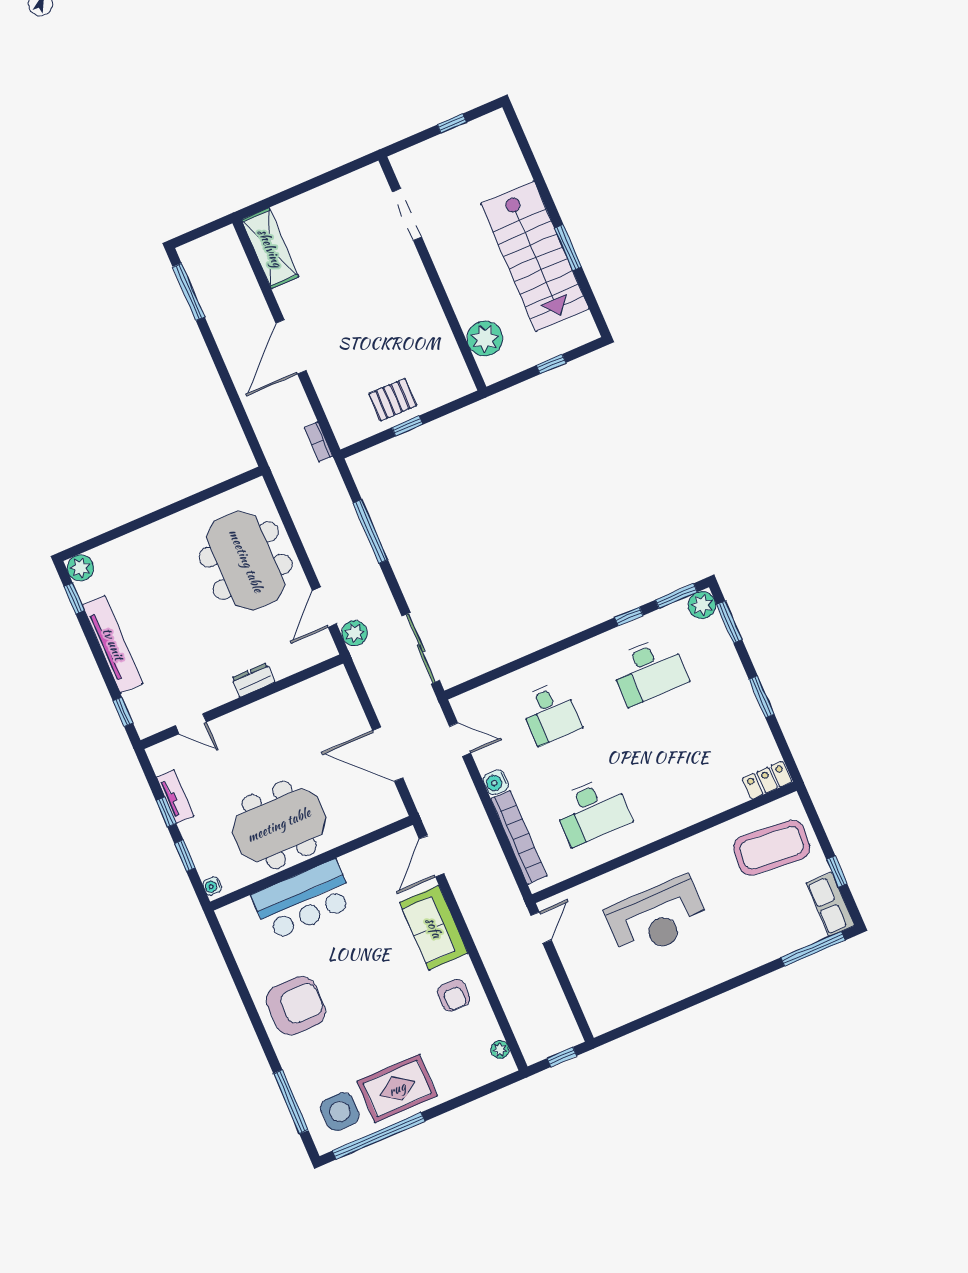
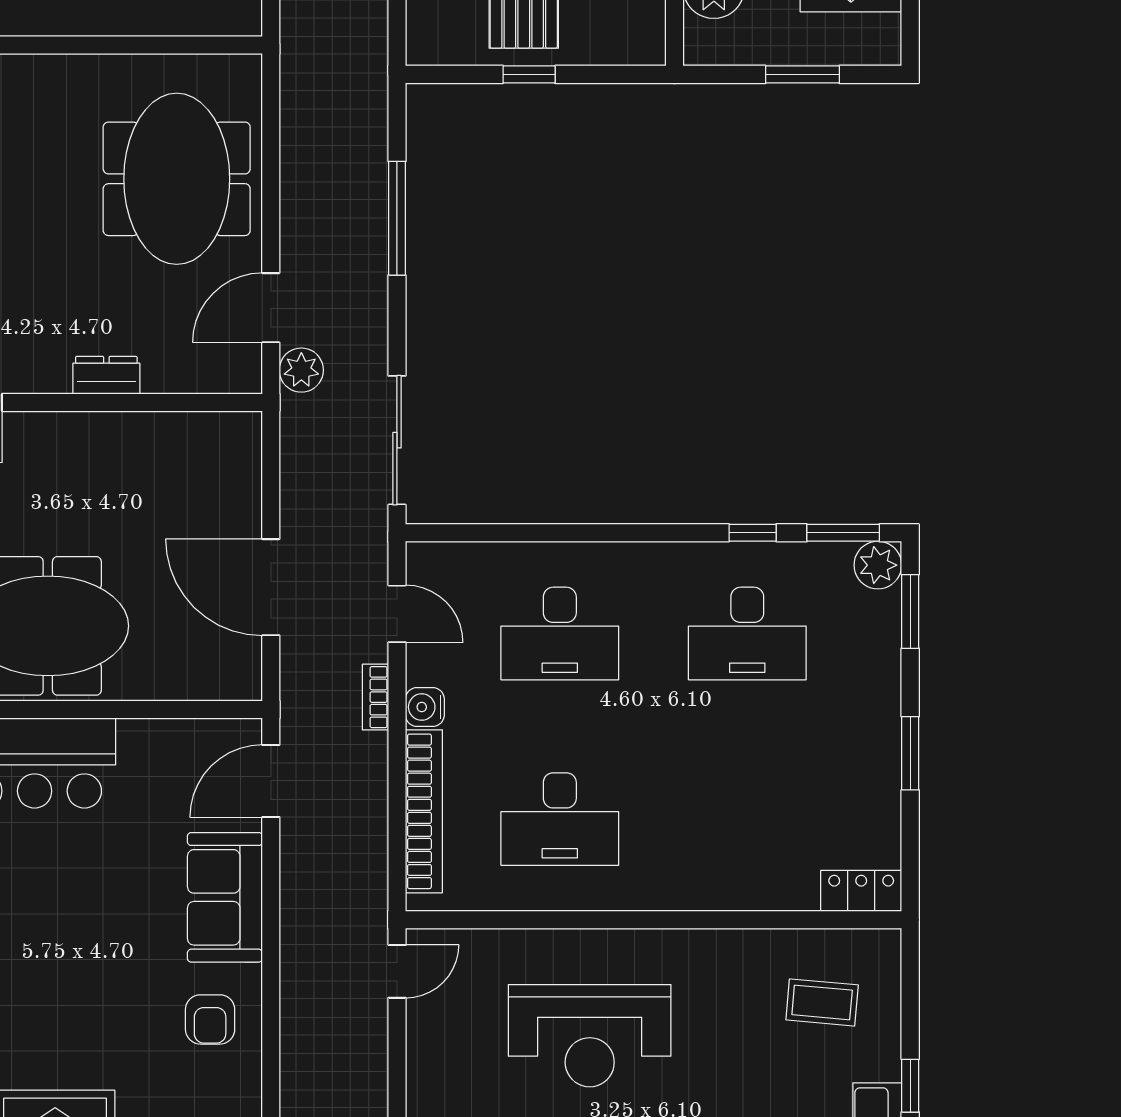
window: (551, 364) -> (802, 74), width x1.50
bookcase: (318, 442) -> (375, 697), moved
desk: (550, 713) -> (560, 634), width x1.37
coffee table: (772, 848) -> (822, 1002), width x0.54, depth x0.58

